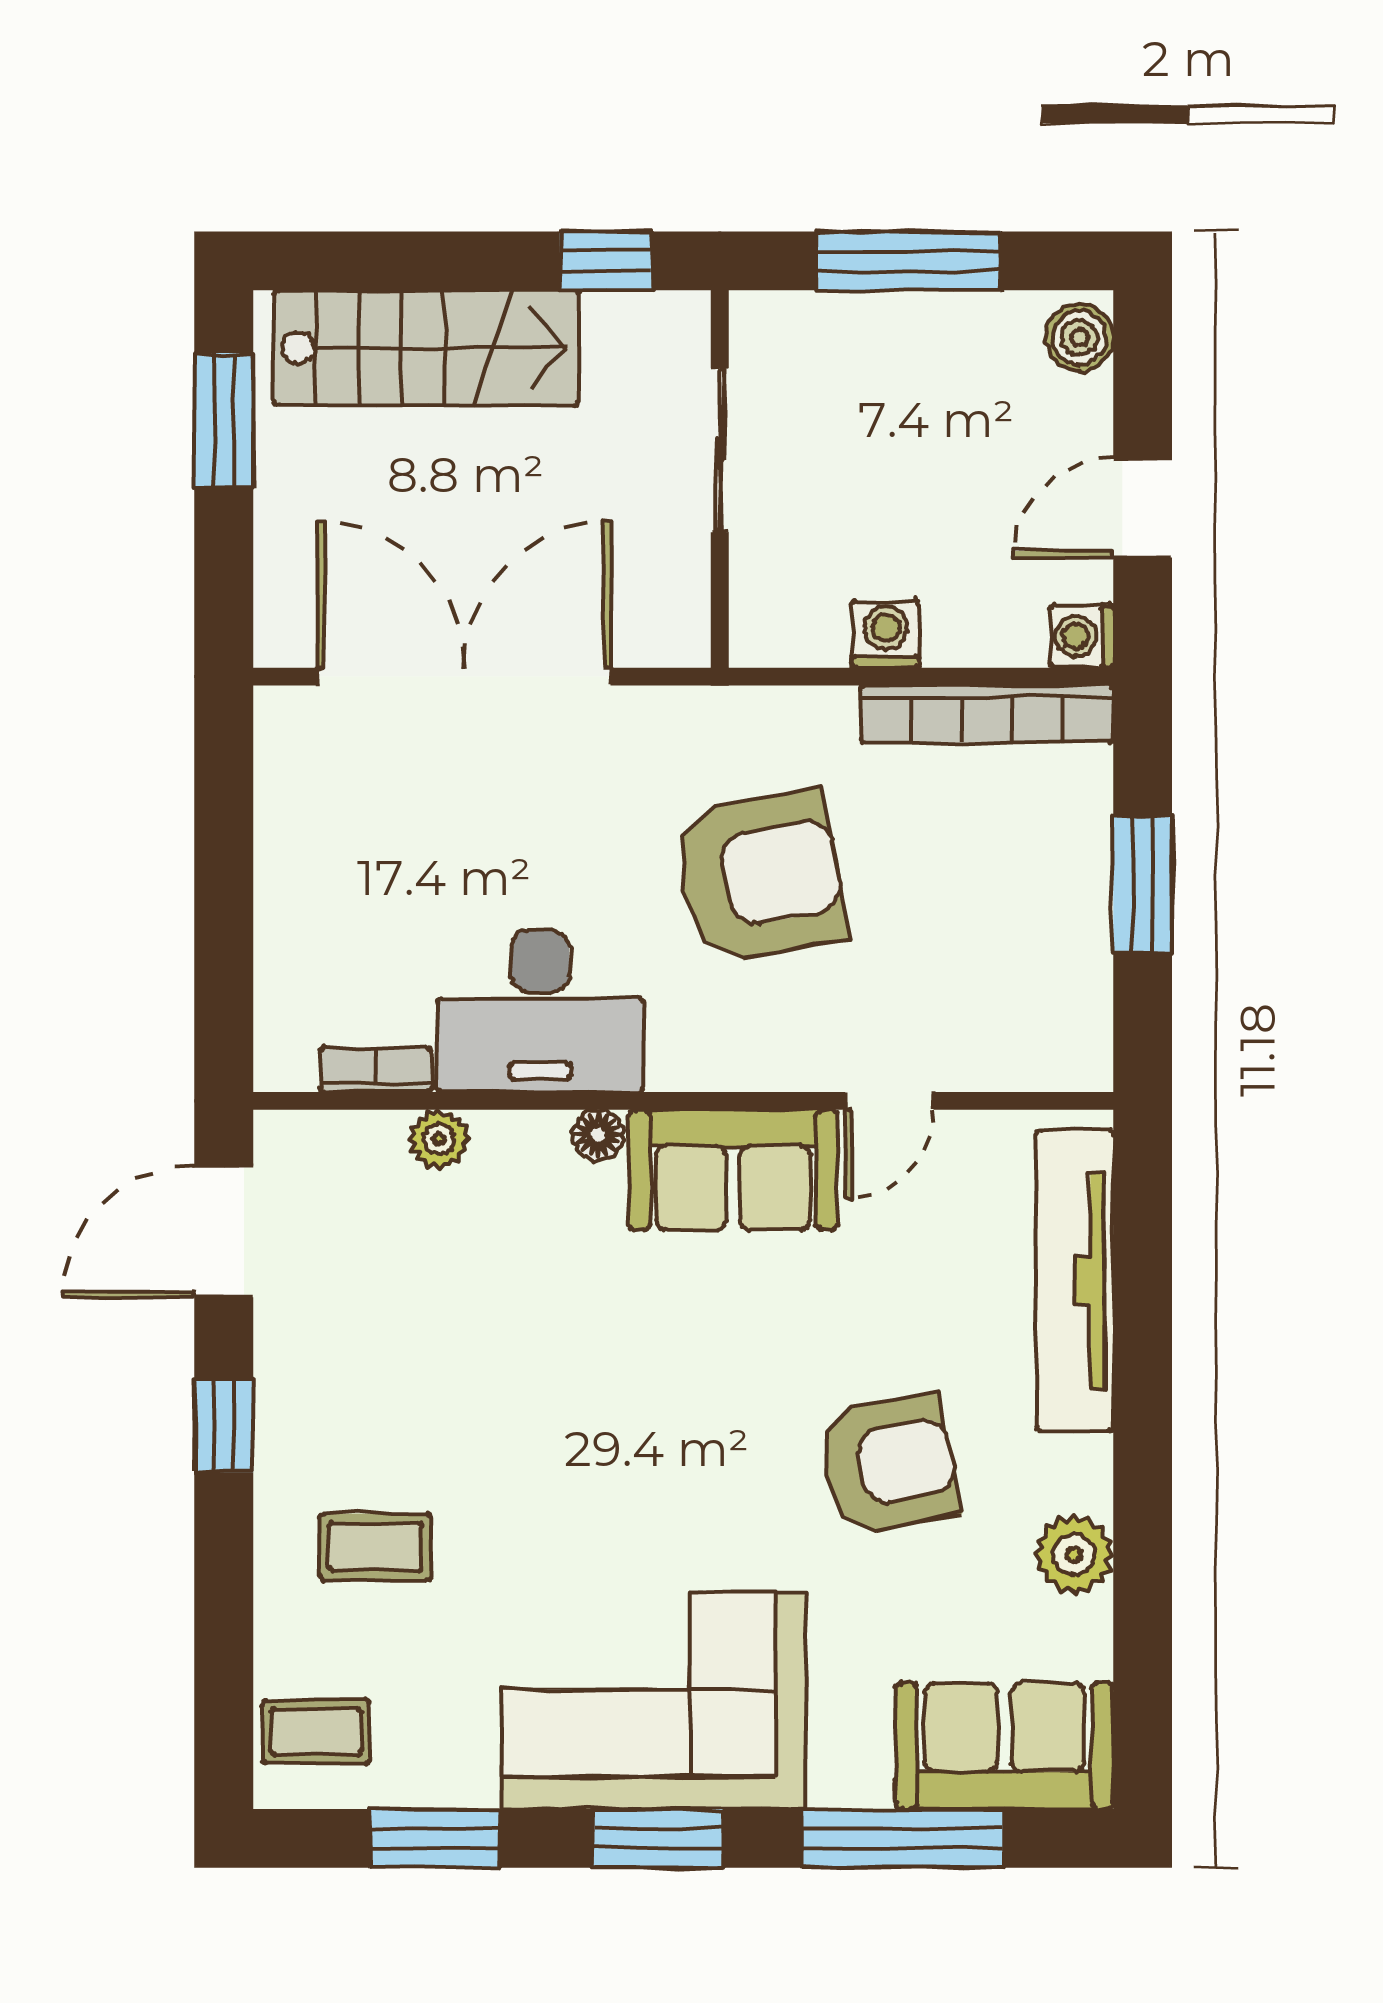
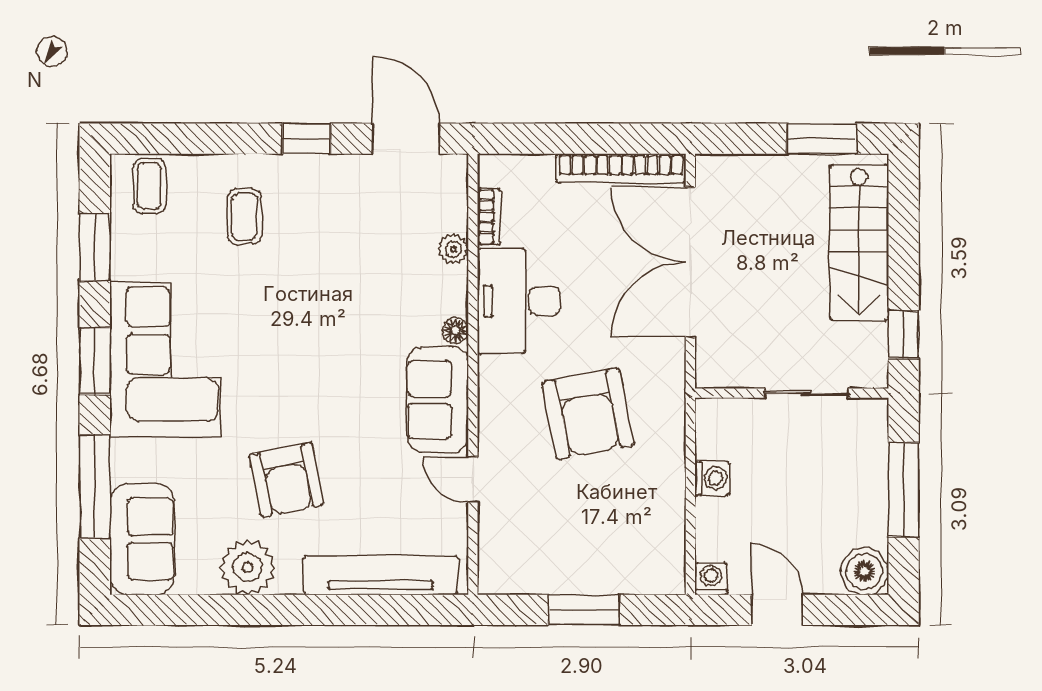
boiler: (1080, 337) -> (864, 571), width x1.36, depth x1.36
double door: (464, 677) -> (690, 262), swing flipped
bookcase: (987, 714) -> (621, 168), moved, turned -90
plant: (1074, 1554) -> (248, 567), width x1.36, depth x1.36

